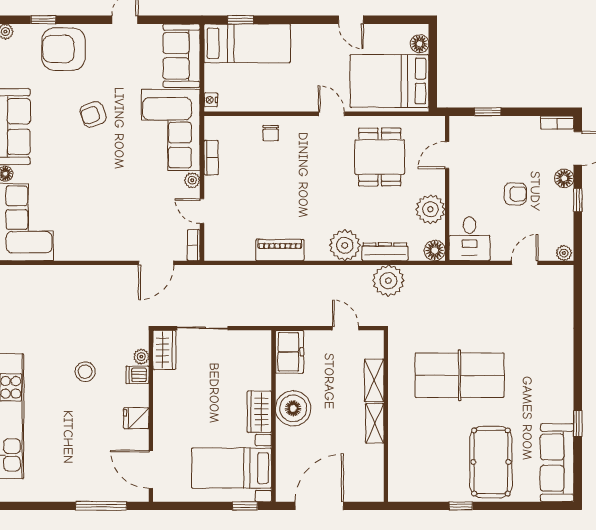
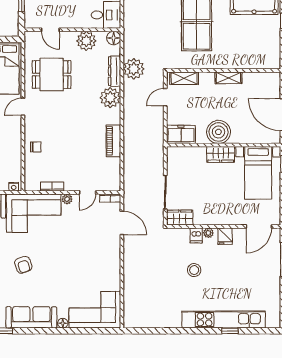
plant: (141, 357) -> (208, 233), moved
shelving: (374, 380) -> (184, 78), moved

